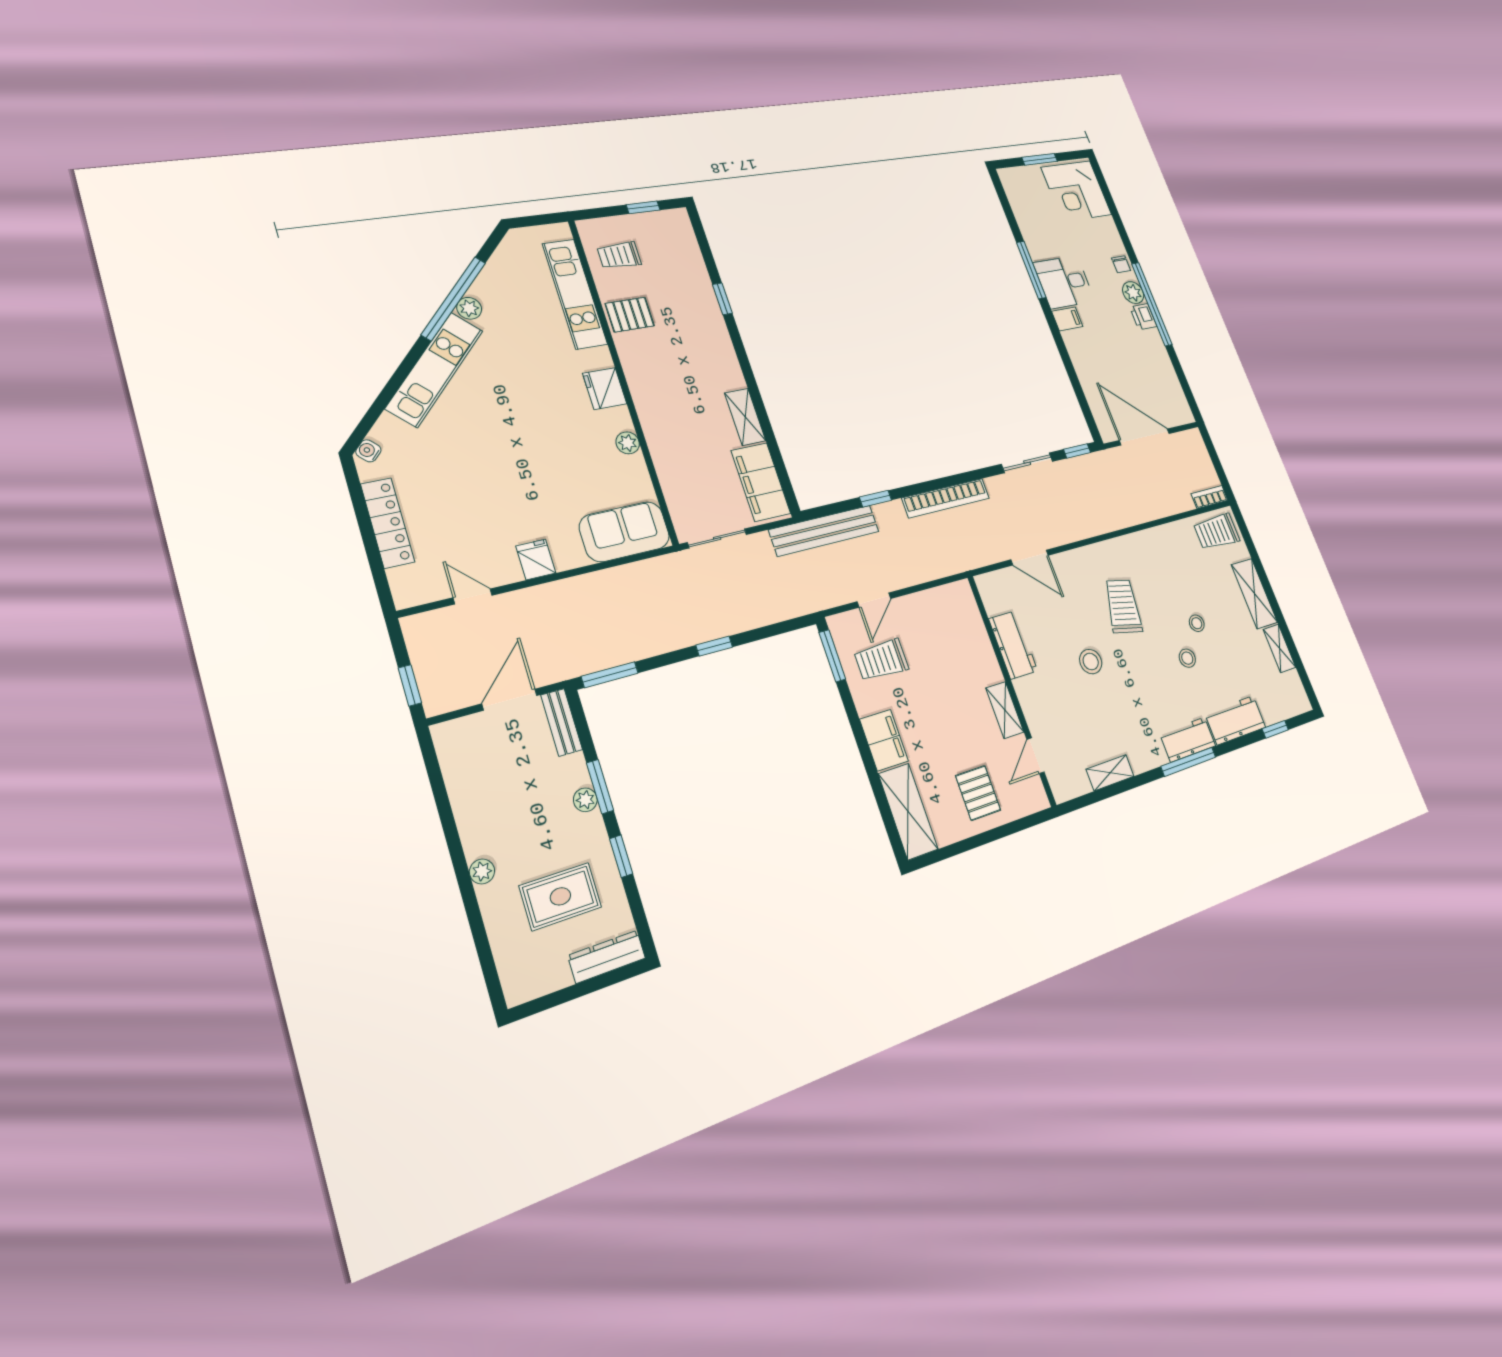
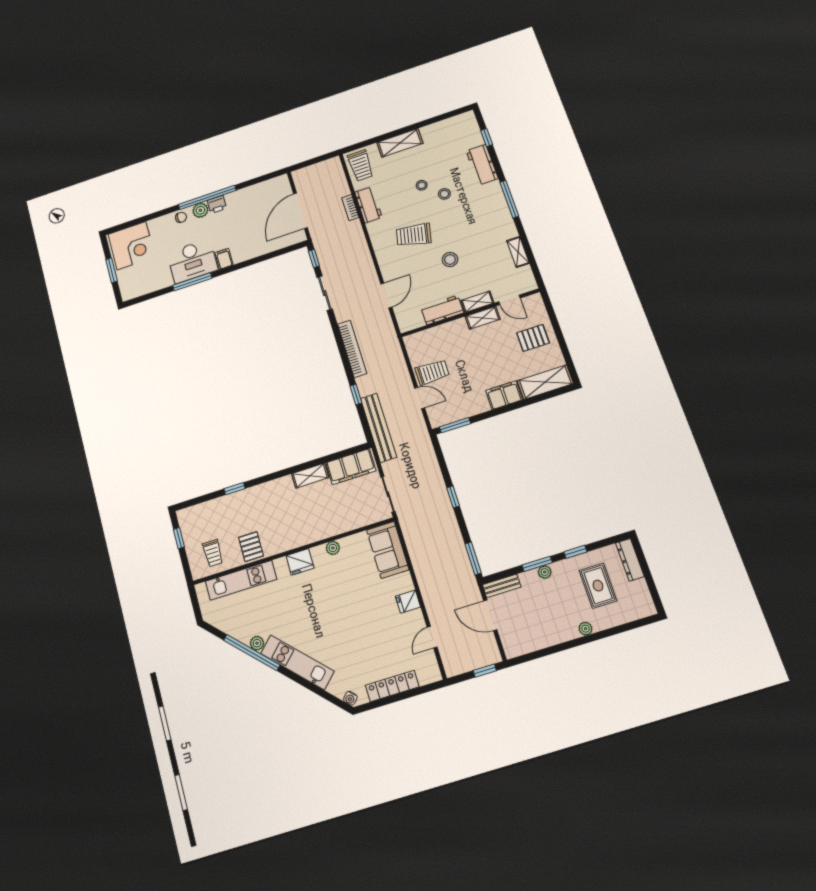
desk: (1064, 282) -> (192, 261), width x1.37
bookcase: (1210, 497) -> (350, 208), moved
shelving: (1279, 648) -> (477, 302), moved
trolley: (881, 660) -> (432, 372), moved, turned -90
workbench: (1188, 740) -> (368, 205), moved, turned 180

